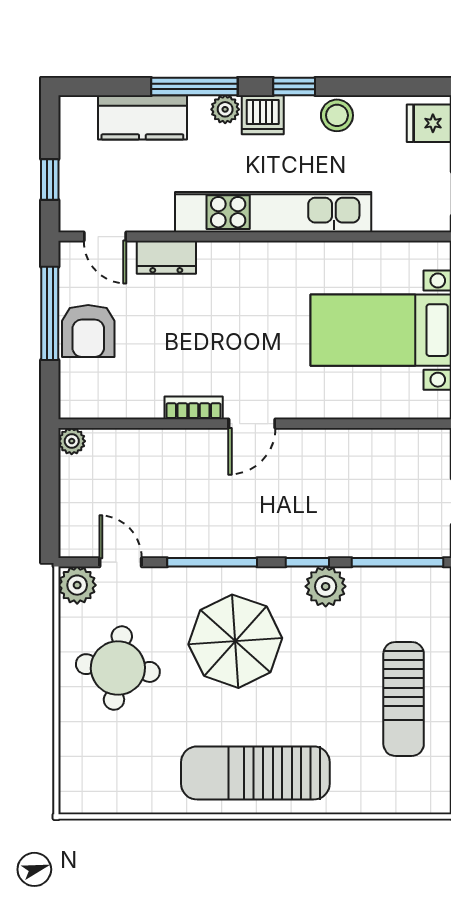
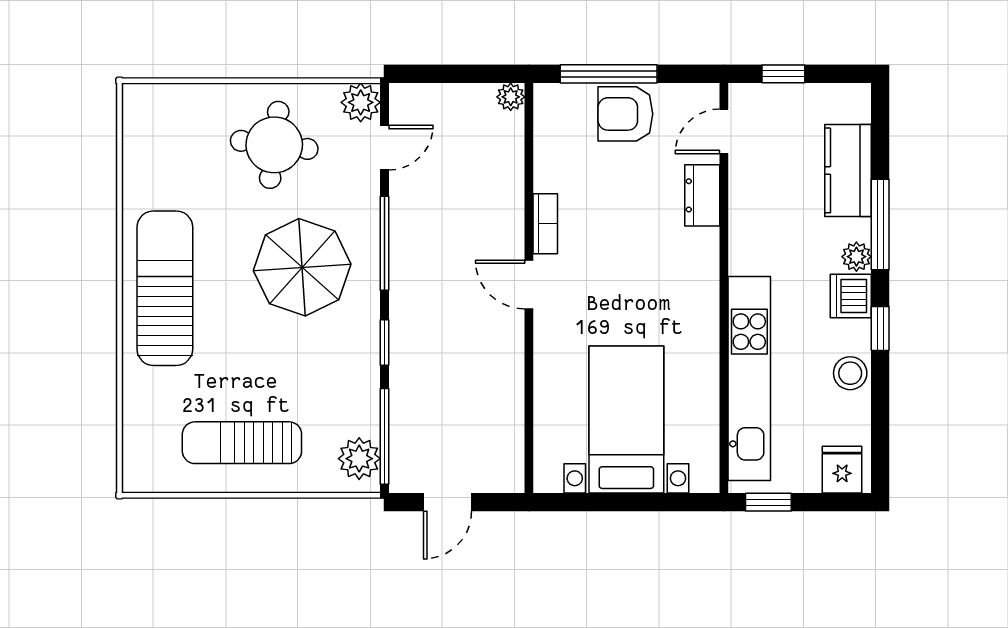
kitchen unit: (273, 212) -> (749, 379), moved
window: (50, 313) -> (609, 74), moved
plant: (326, 586) -> (359, 459), moved

